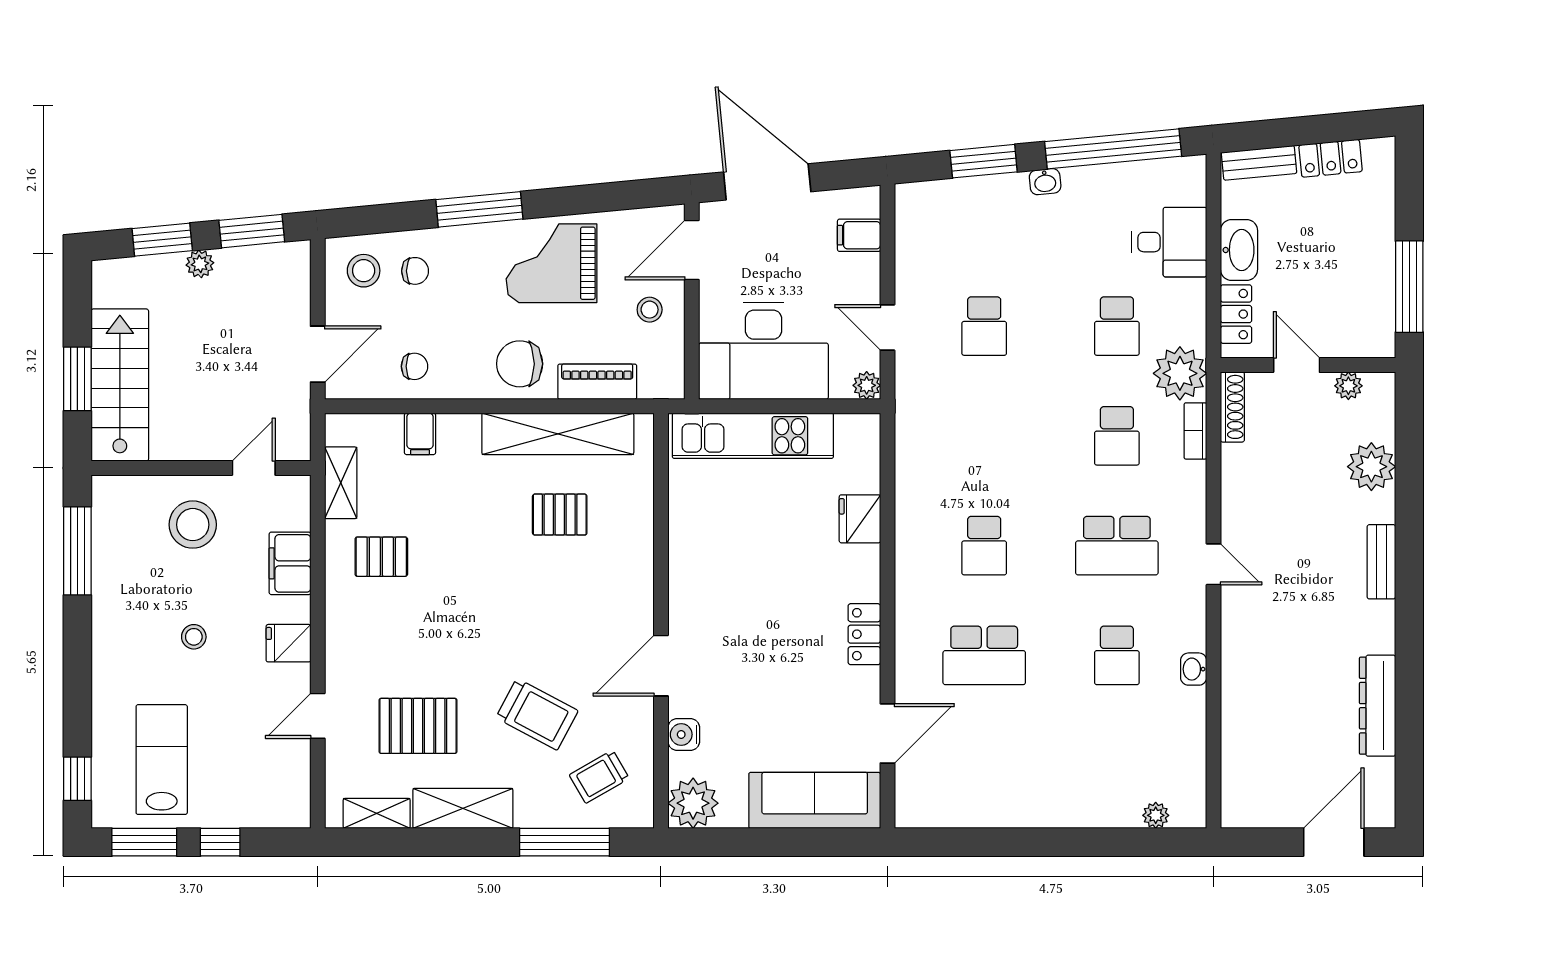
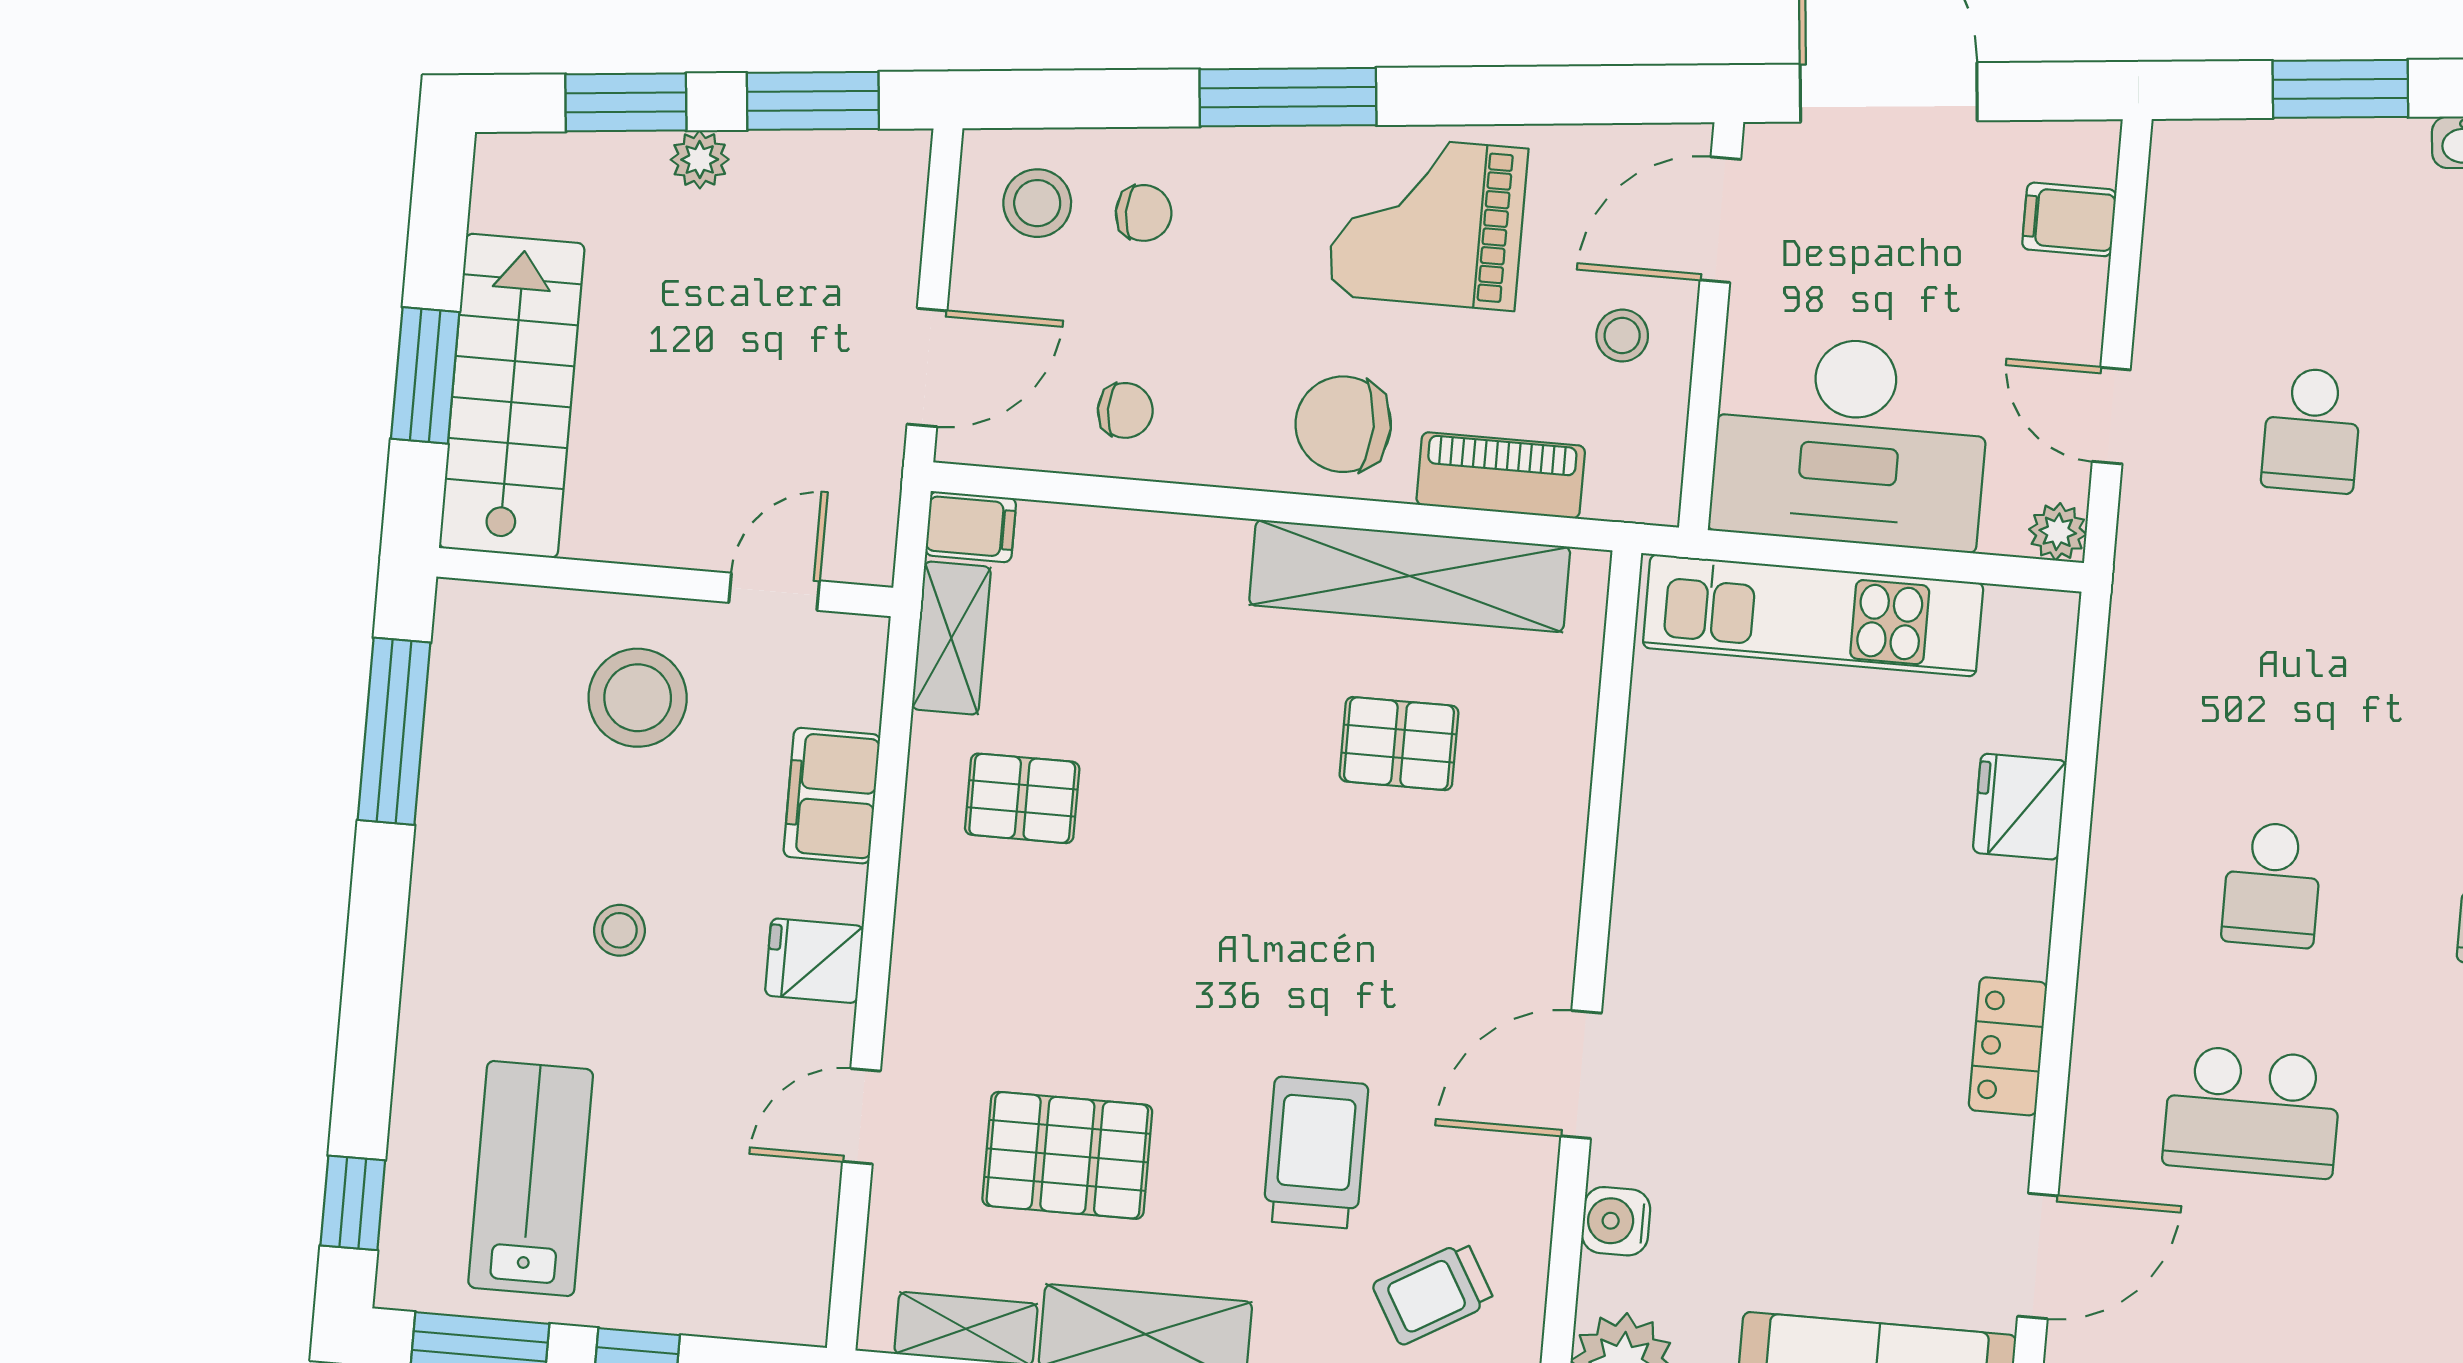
filing cabinet: (420, 434) -> (971, 527), moved, turned -90
trolley: (537, 714) -> (1316, 1153), turned -118

